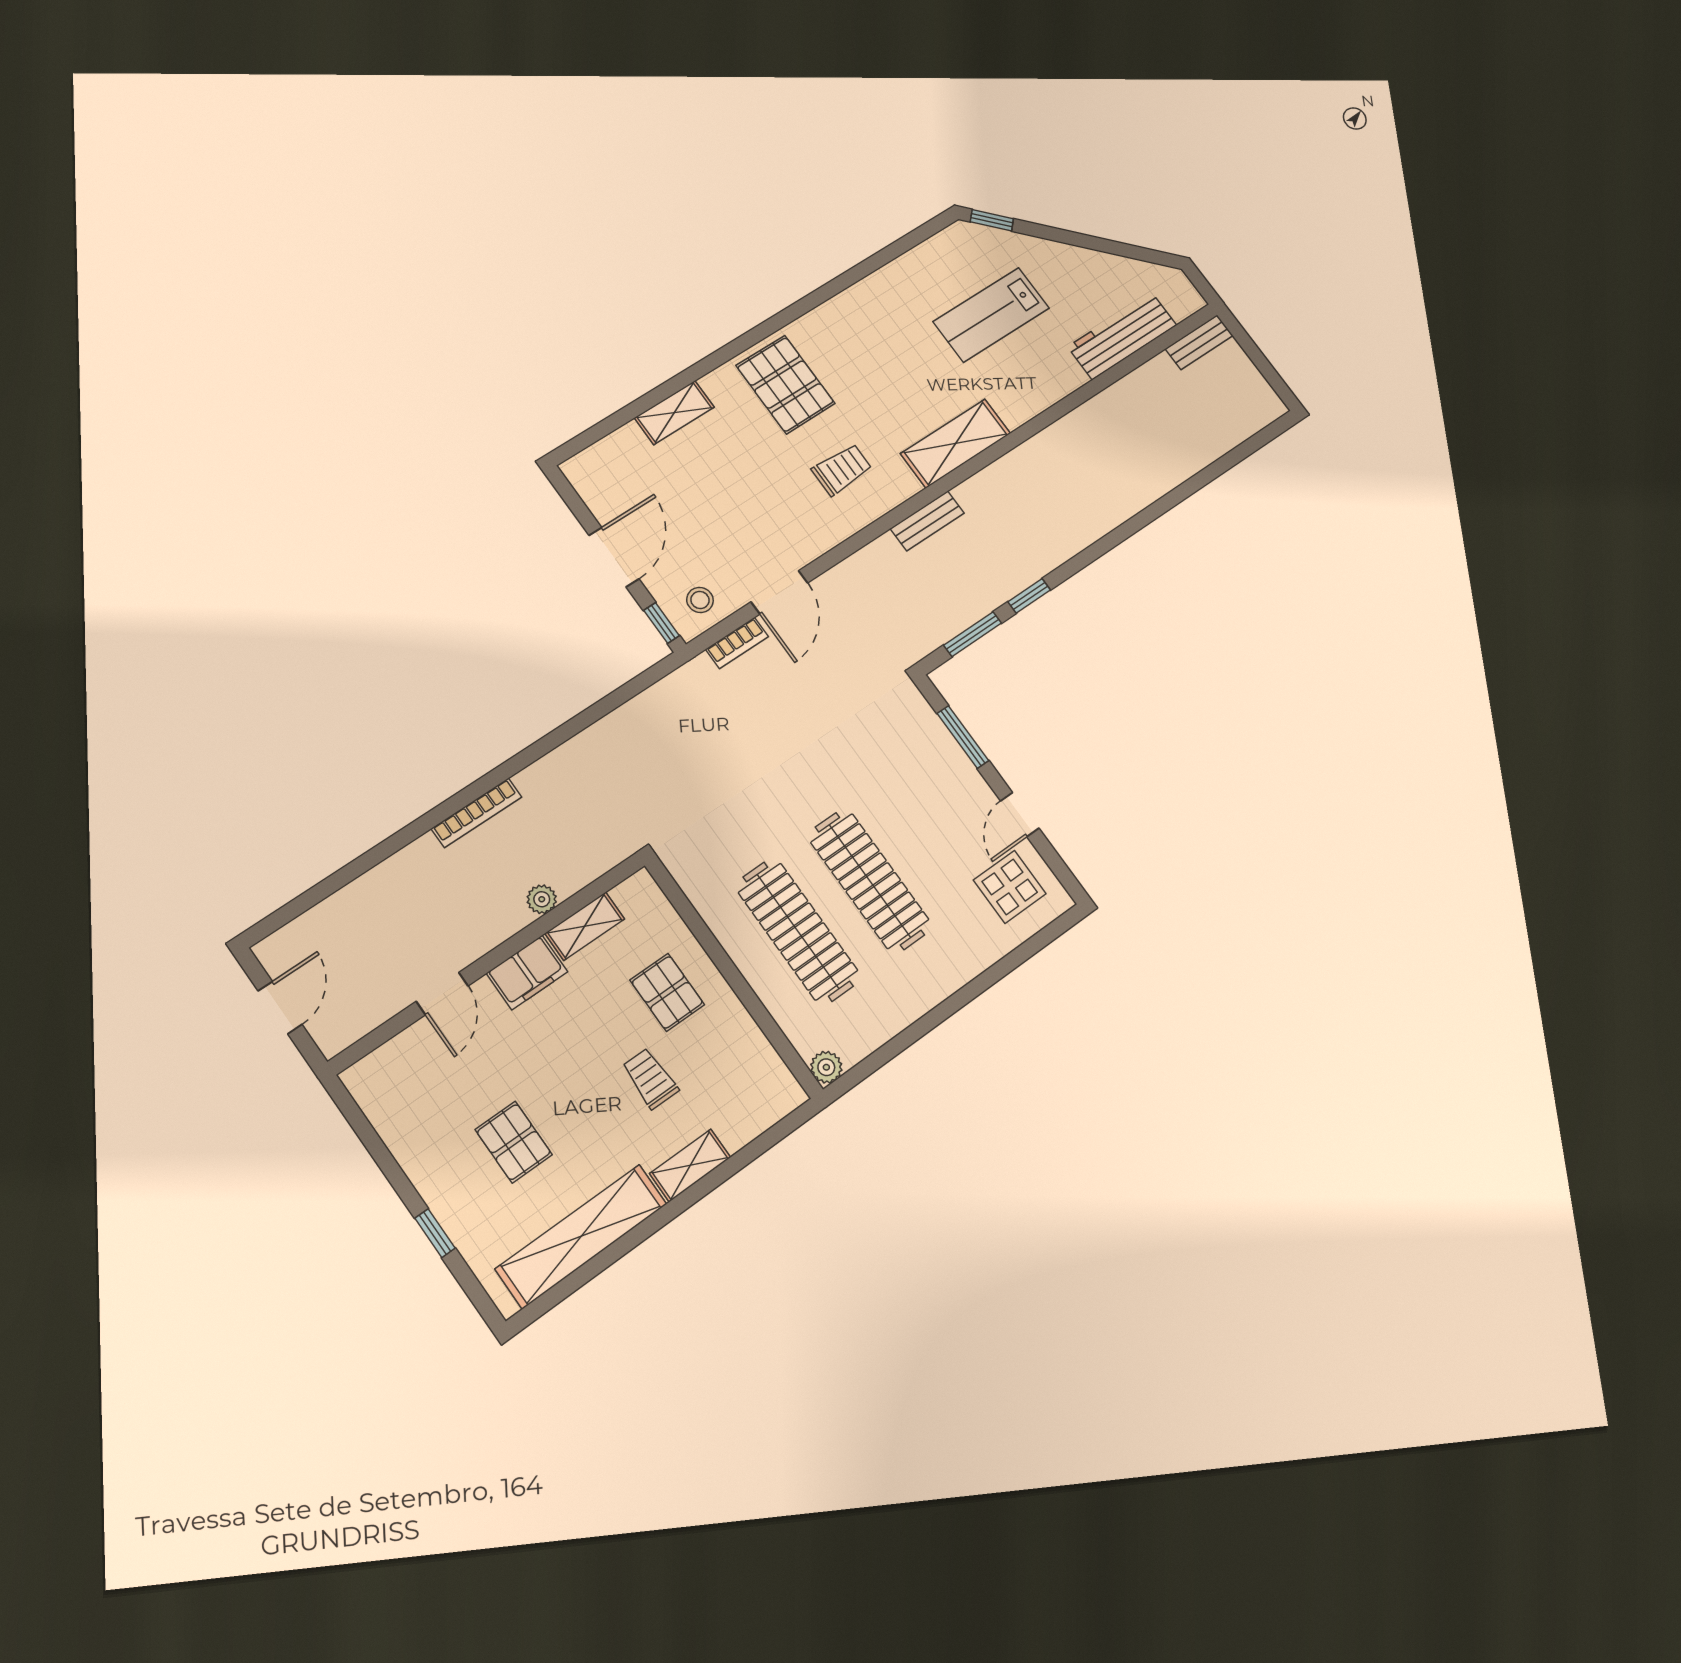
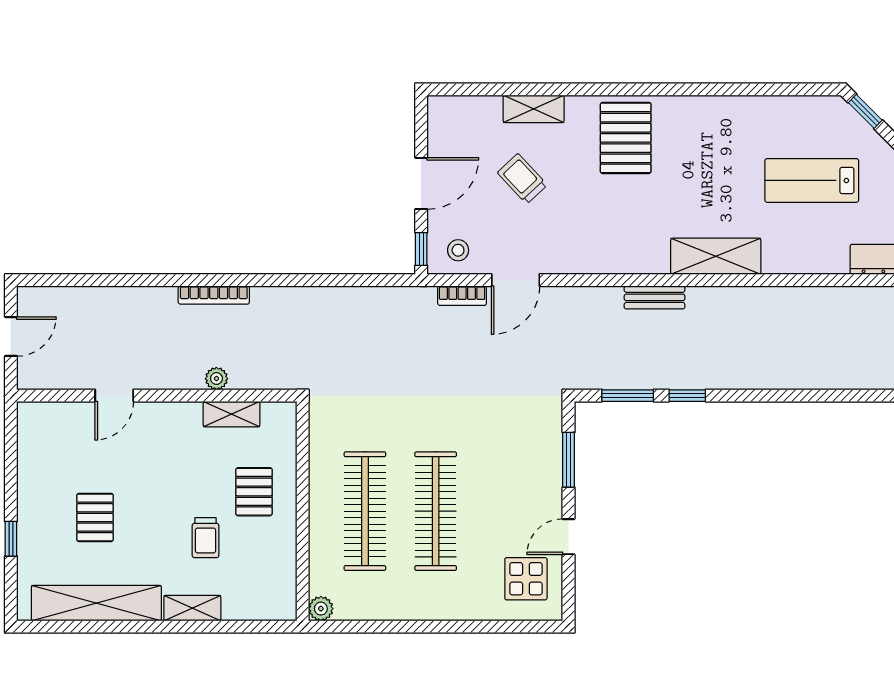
trolley: (842, 469) -> (522, 179), moved, turned -133
filing cabinet: (527, 972) -> (175, 418), removed
trolley: (650, 1078) -> (206, 538), turned 180

